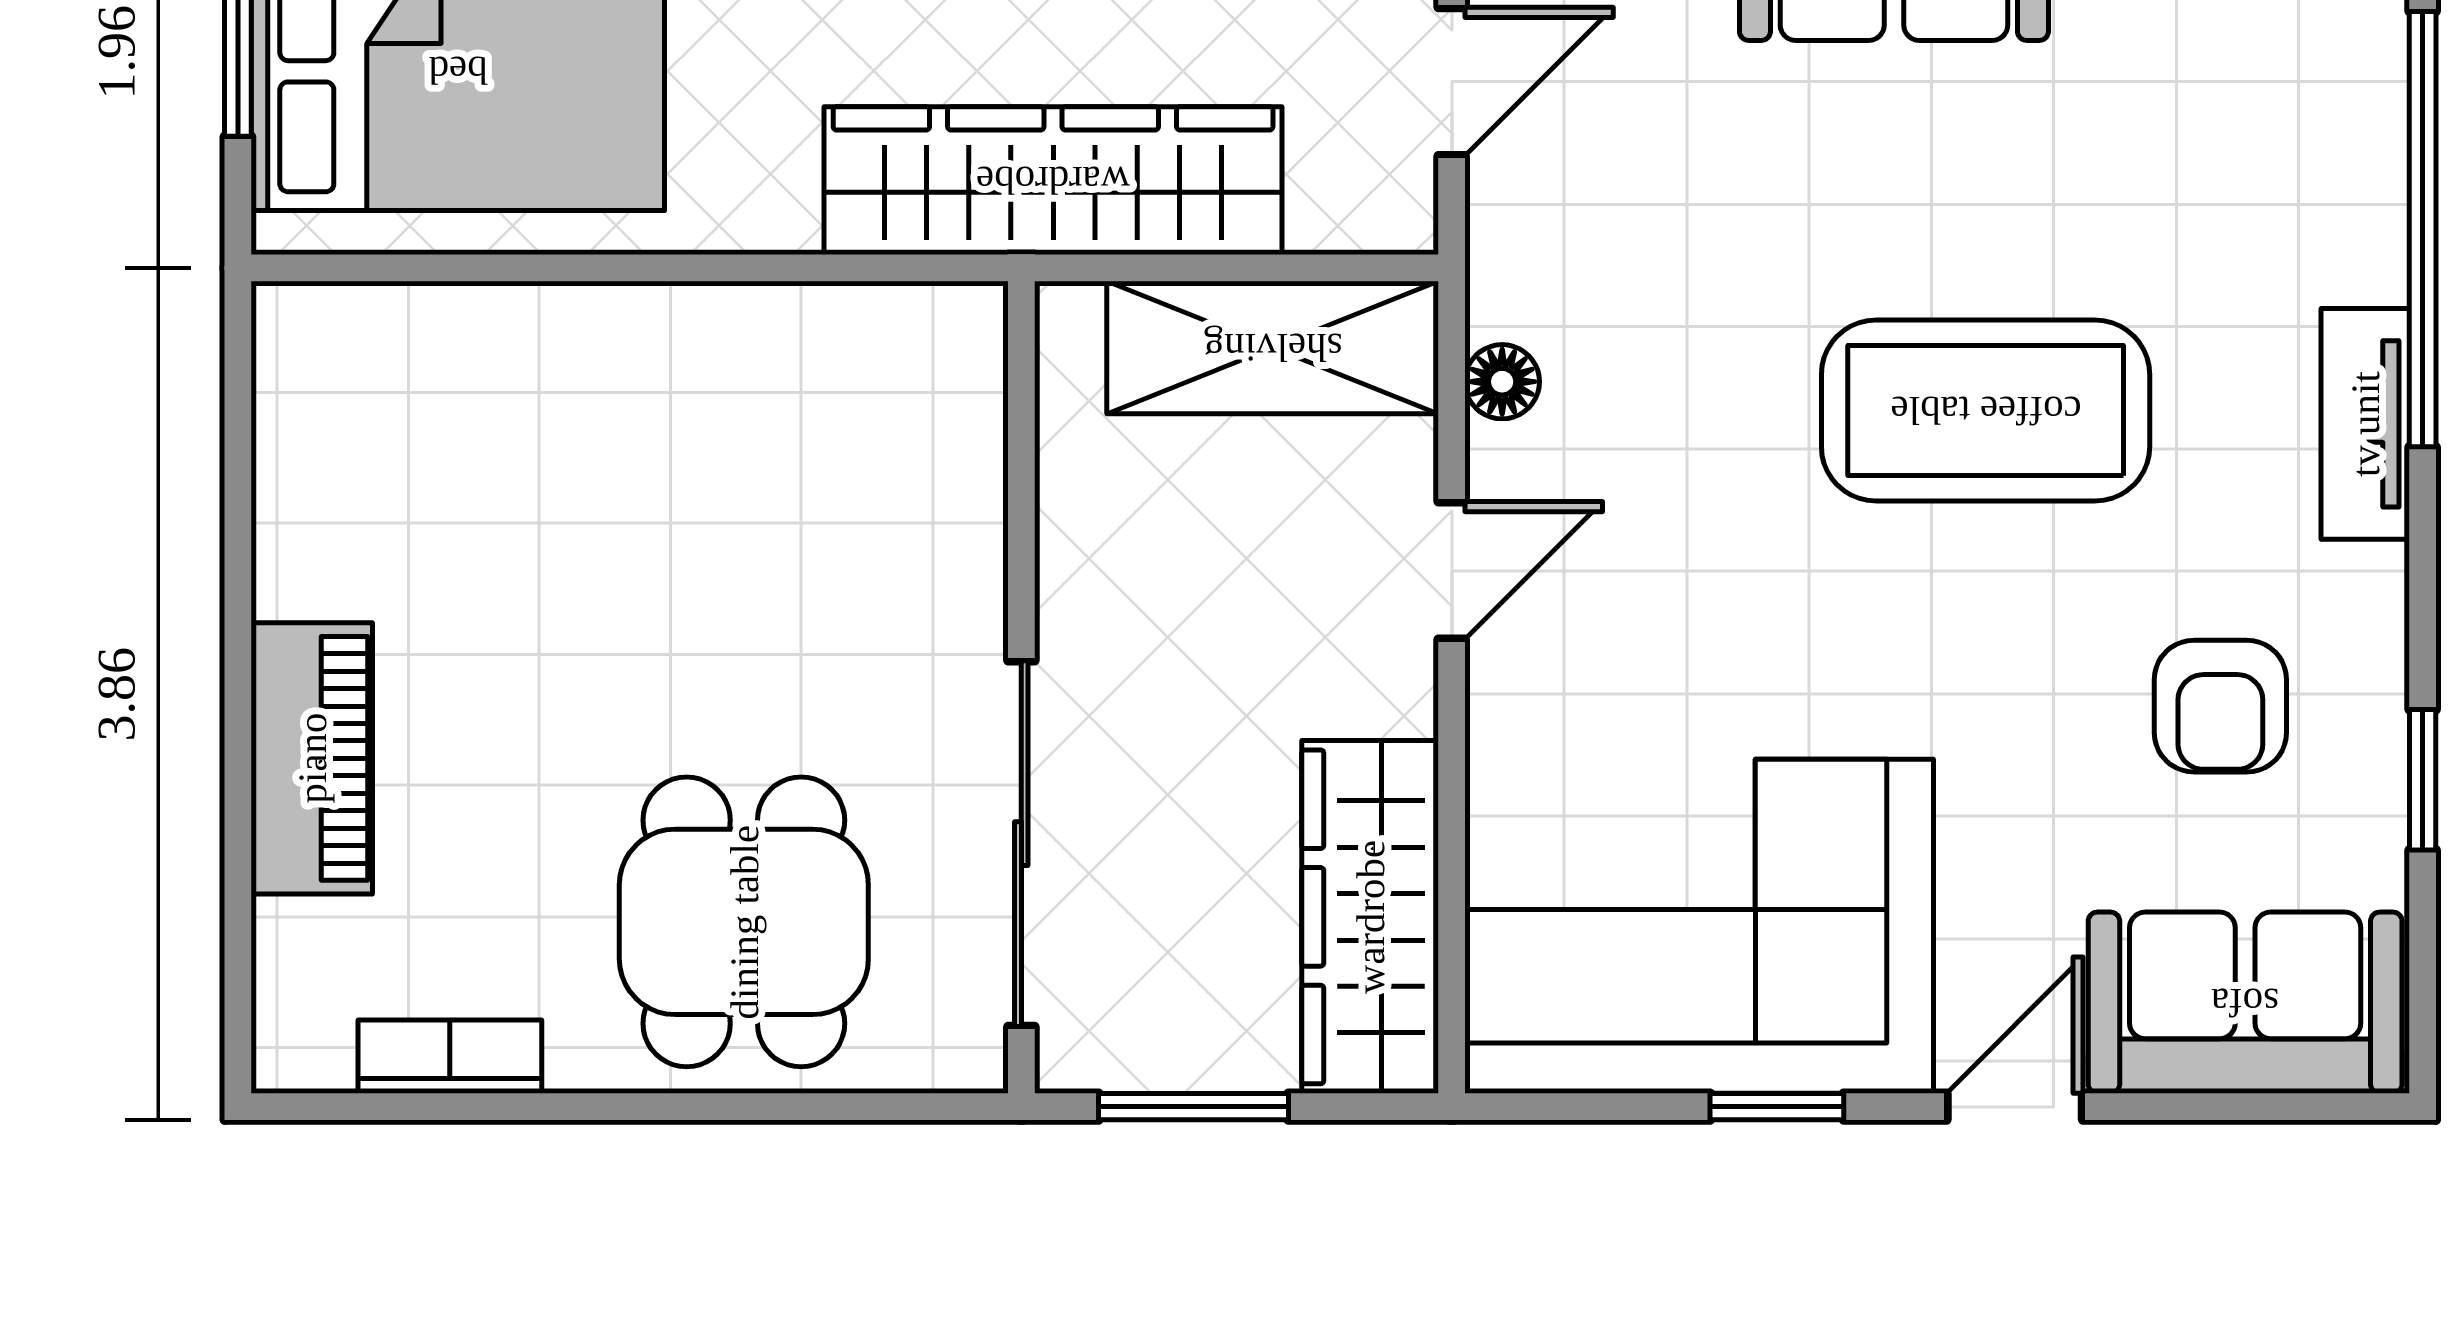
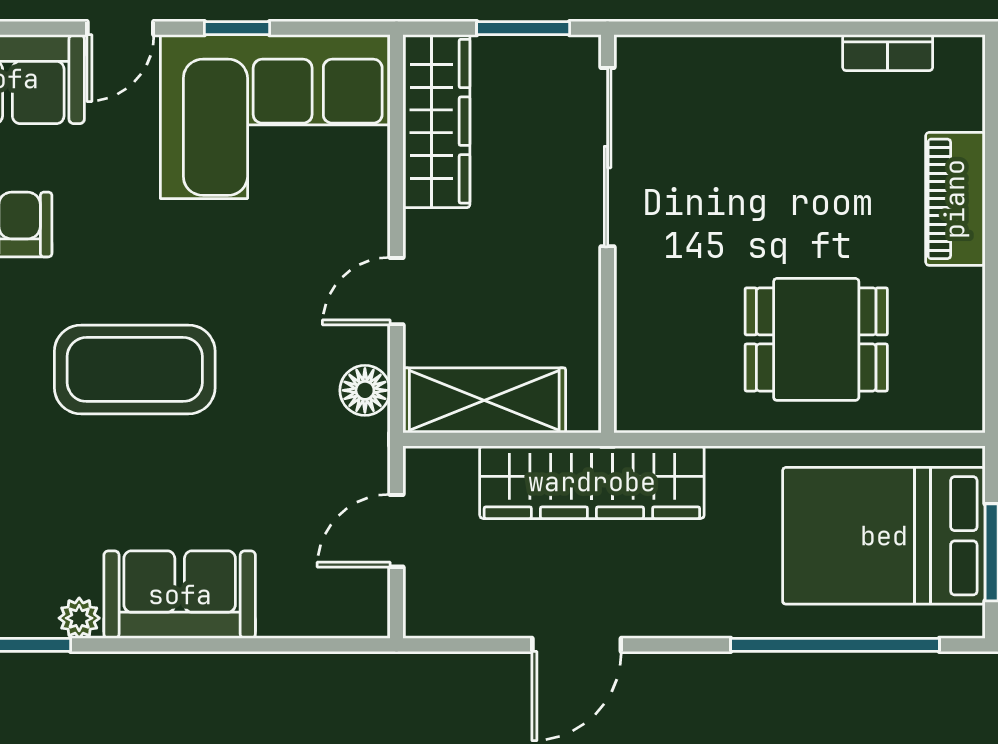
floor lamp: (1502, 382) -> (365, 390), width x1.37, depth x1.37
dining table: (744, 922) -> (816, 339), moved, turned 90

